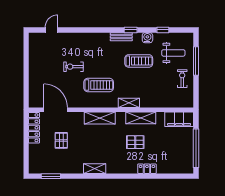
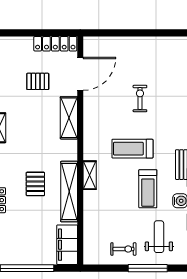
weight bench: (173, 53) -> (159, 237), turned 180
treadmill: (99, 85) -> (132, 149), moved, turned 90
shelving: (100, 118) -> (69, 118), moved
shelving: (141, 118) -> (69, 192), width x1.47

